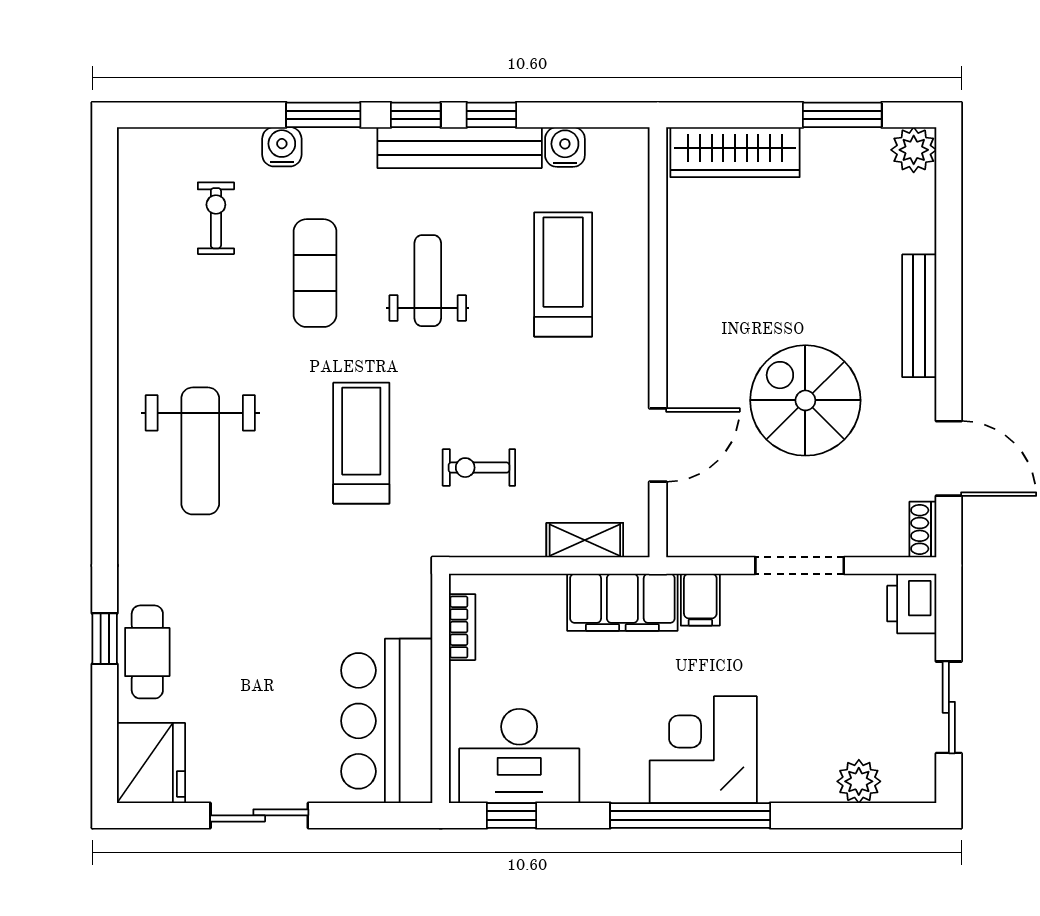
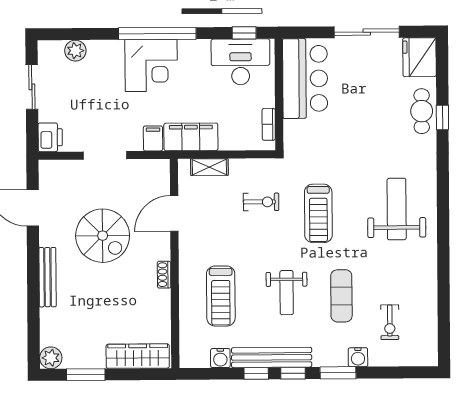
shoe rack: (923, 529) -> (164, 275), moved, turned 180
sliding door: (259, 815) -> (367, 32), width x1.37

